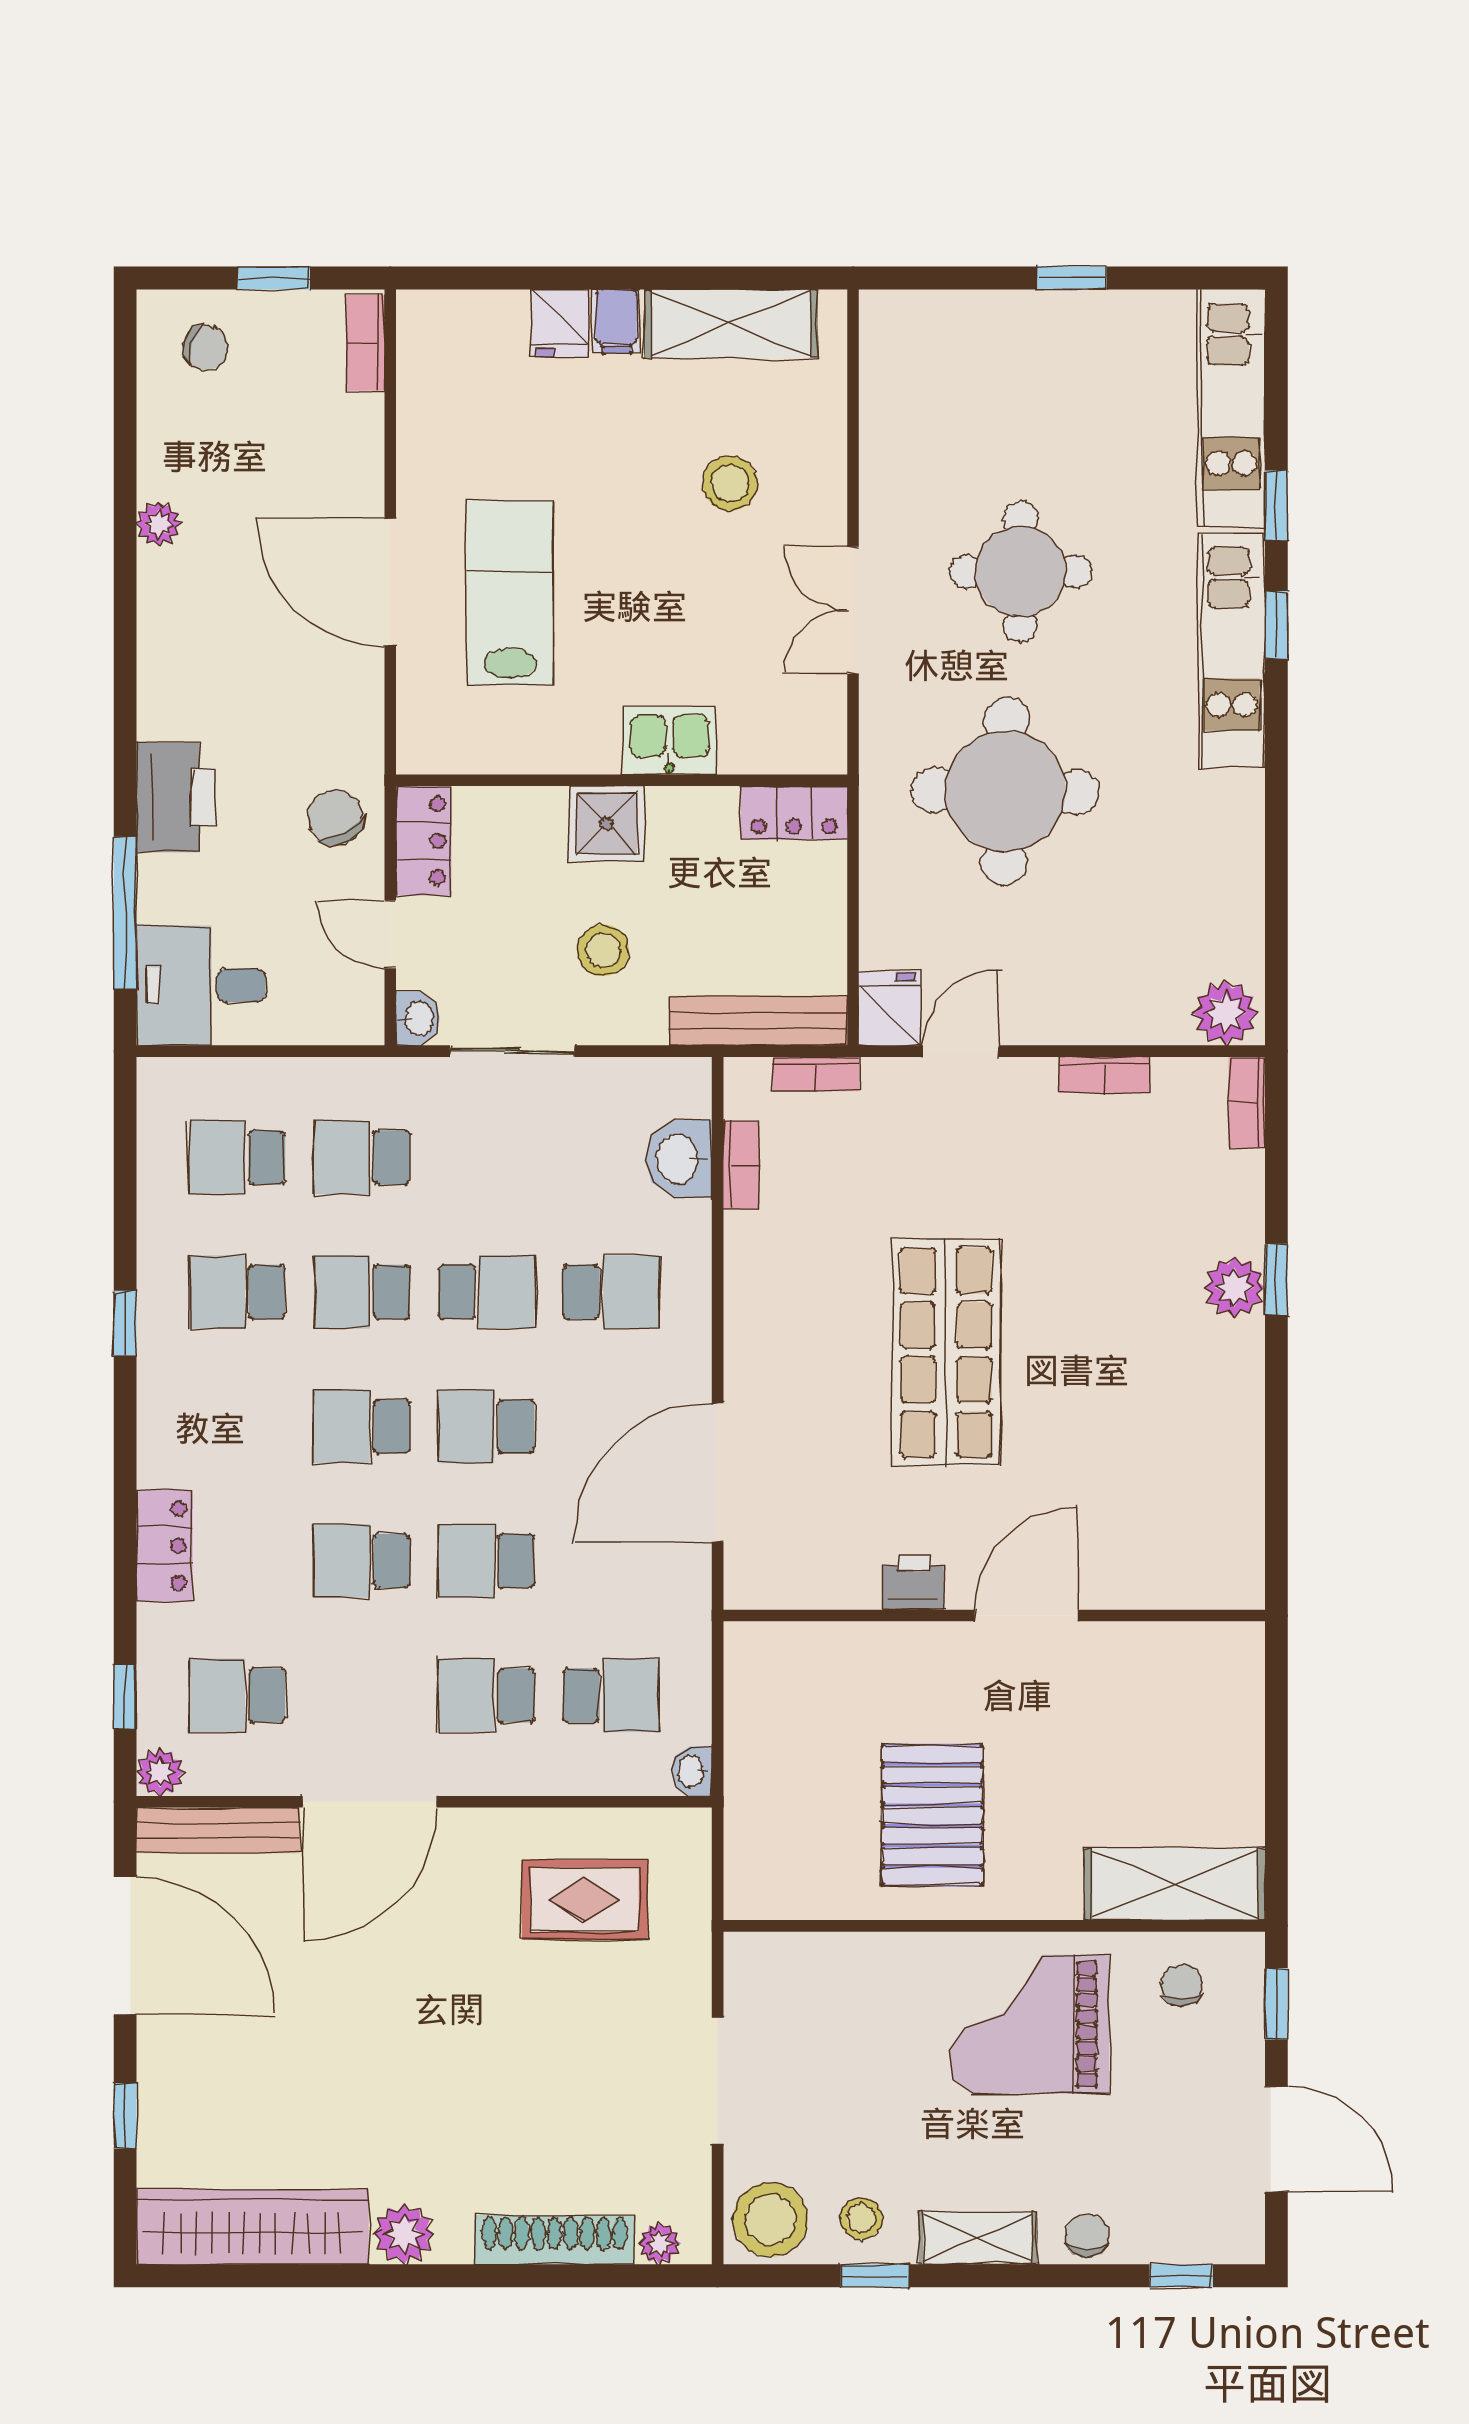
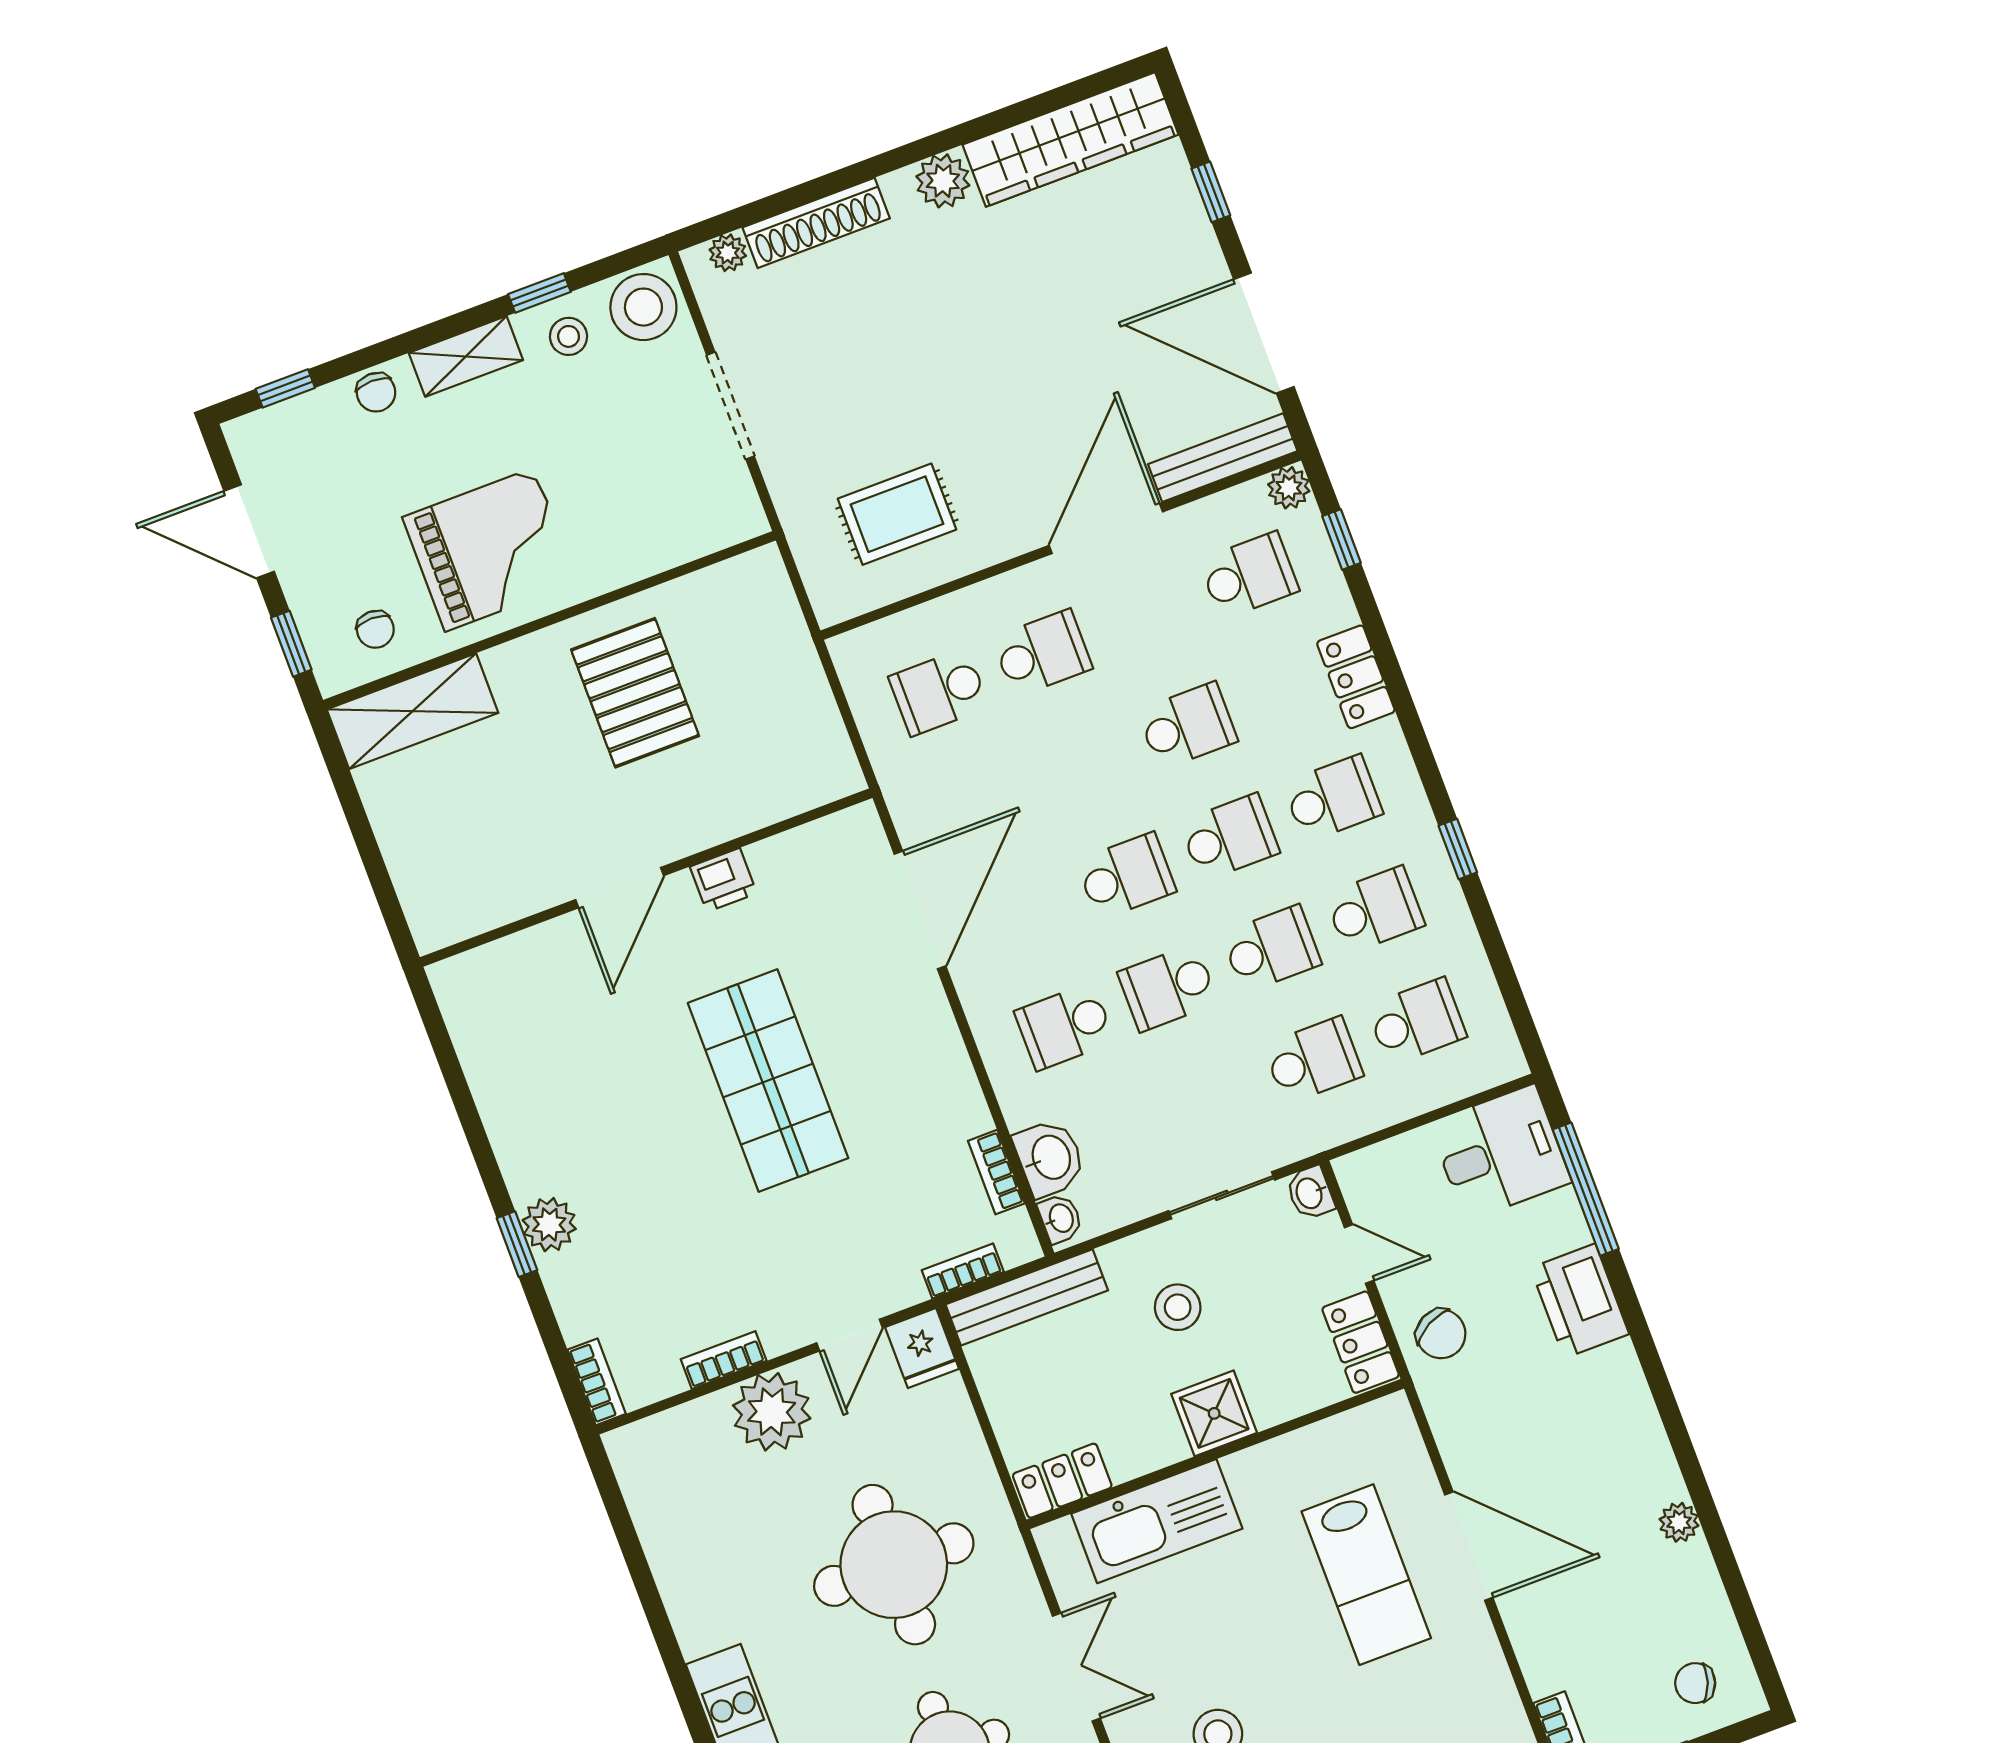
kitchen sink: (669, 741) -> (1157, 1521), width x1.88, depth x1.24
plant: (1225, 1013) -> (772, 1412), moved, width x1.36, depth x1.36
school desk: (486, 1561) -> (1333, 798), moved
washbasin: (692, 1771) -> (1060, 1218), moved

